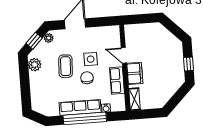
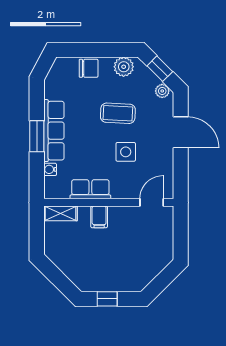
door: (124, 55) -> (152, 202), moved
filing cabinet: (135, 73) -> (99, 217), width x0.50
chair: (87, 78) -> (89, 68), moved
window: (85, 118) -> (37, 136), width x0.47

